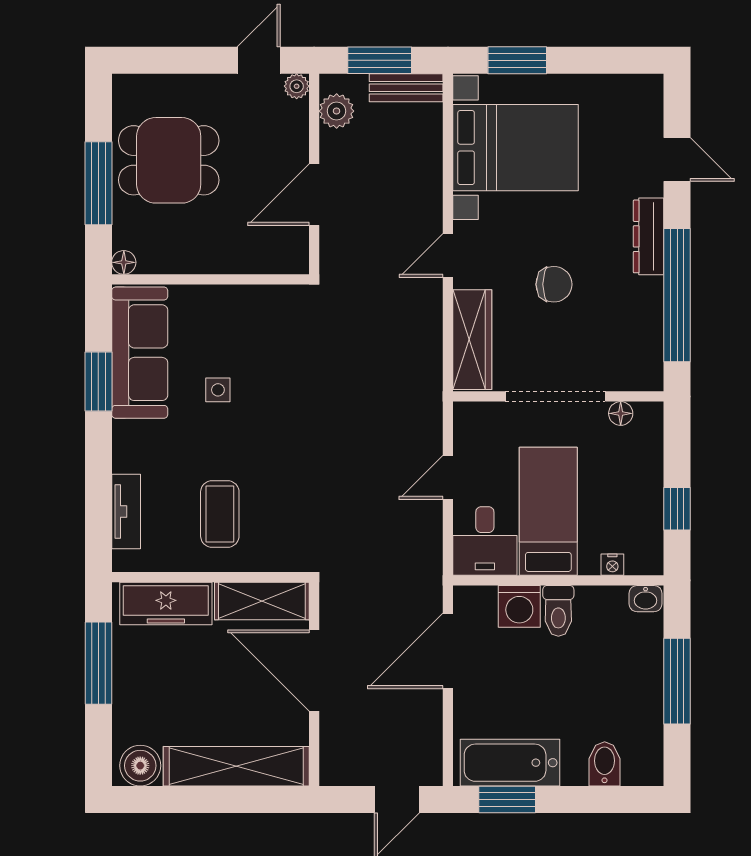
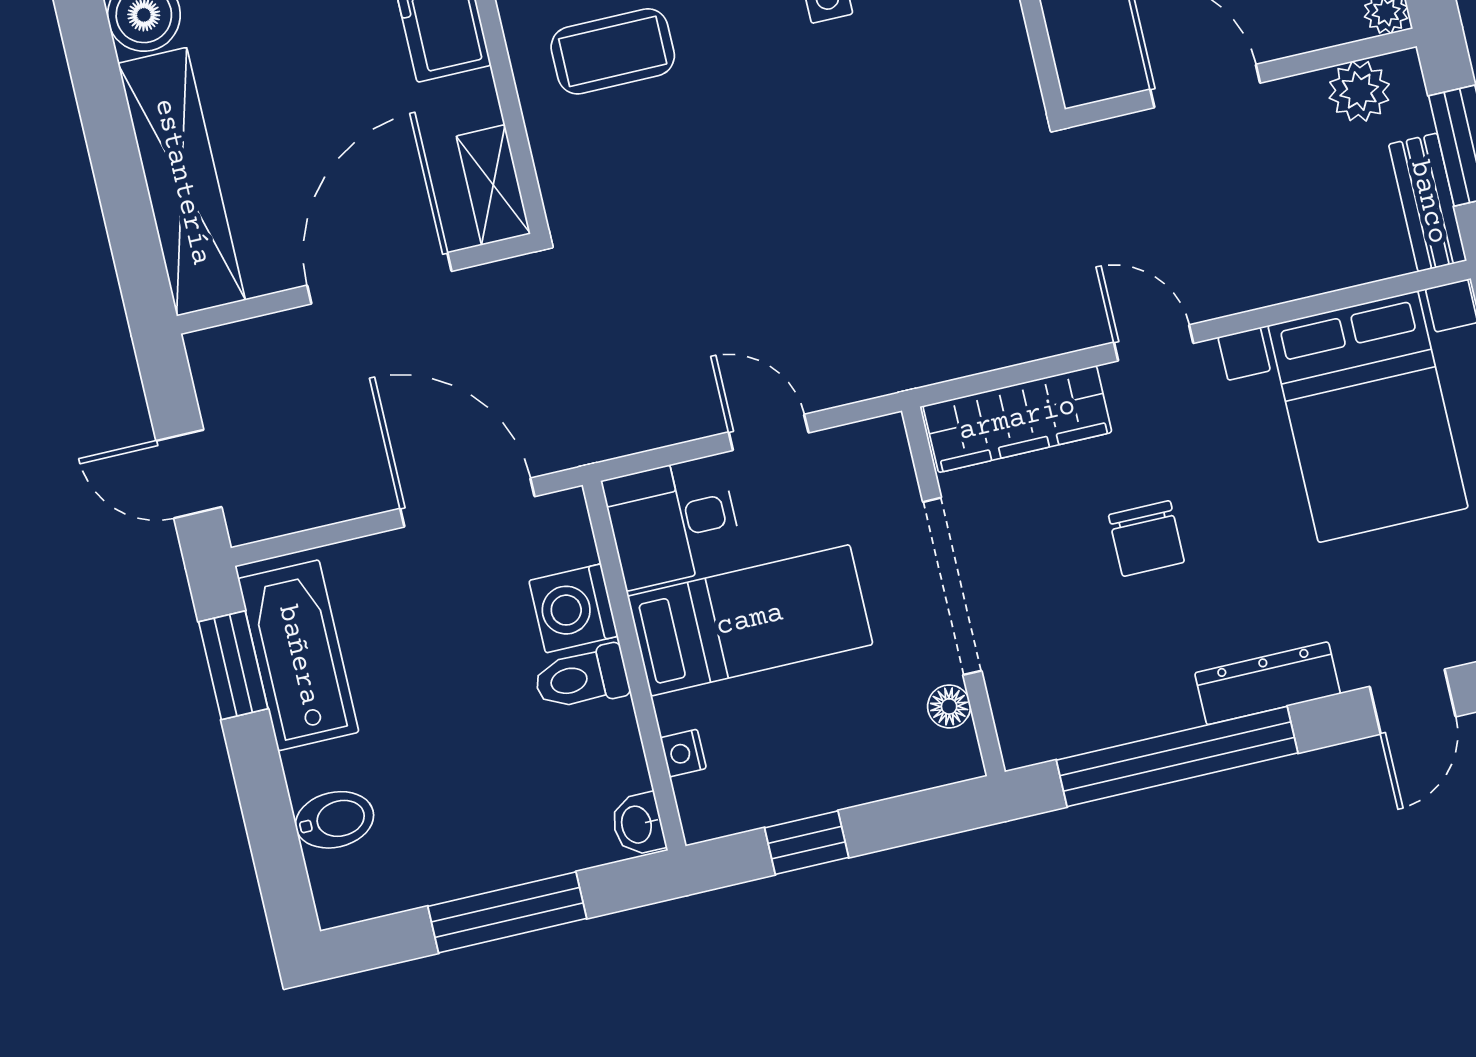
shelving: (262, 601) -> (493, 185), width x0.67, depth x0.75

